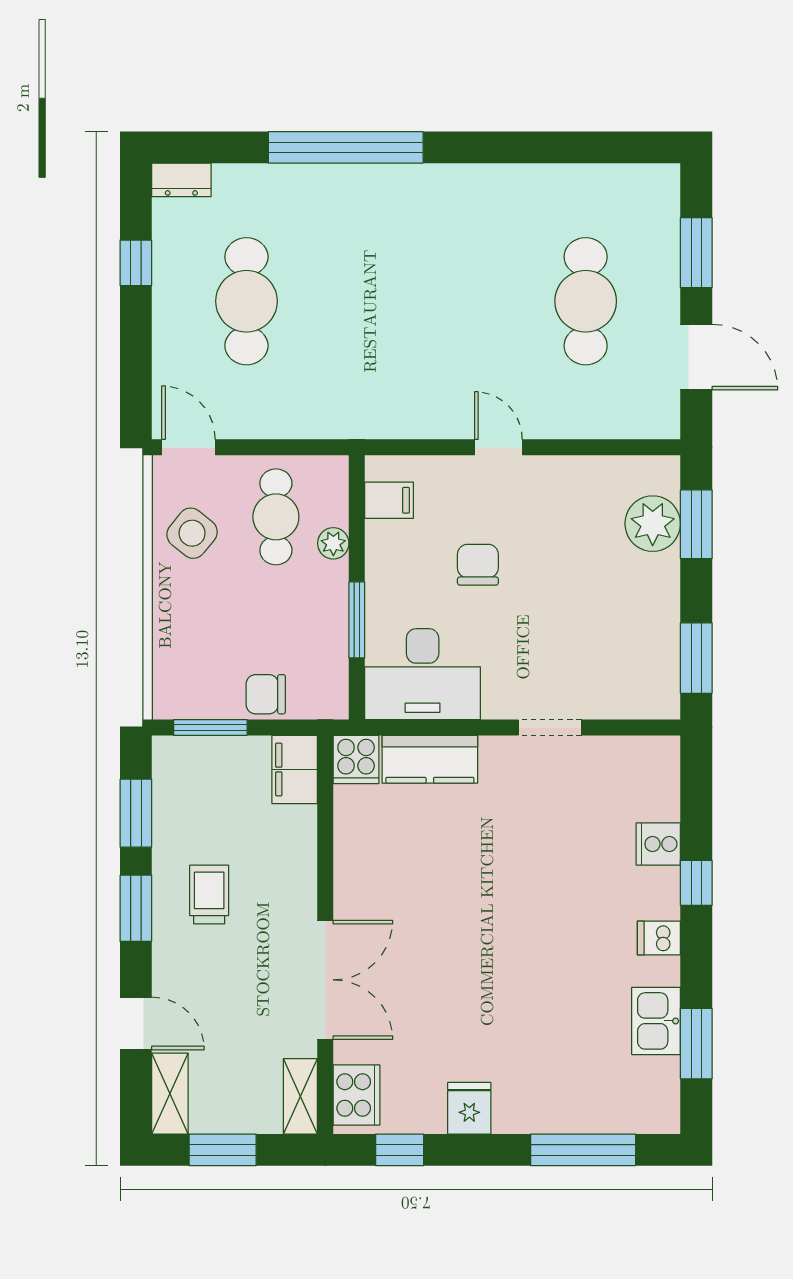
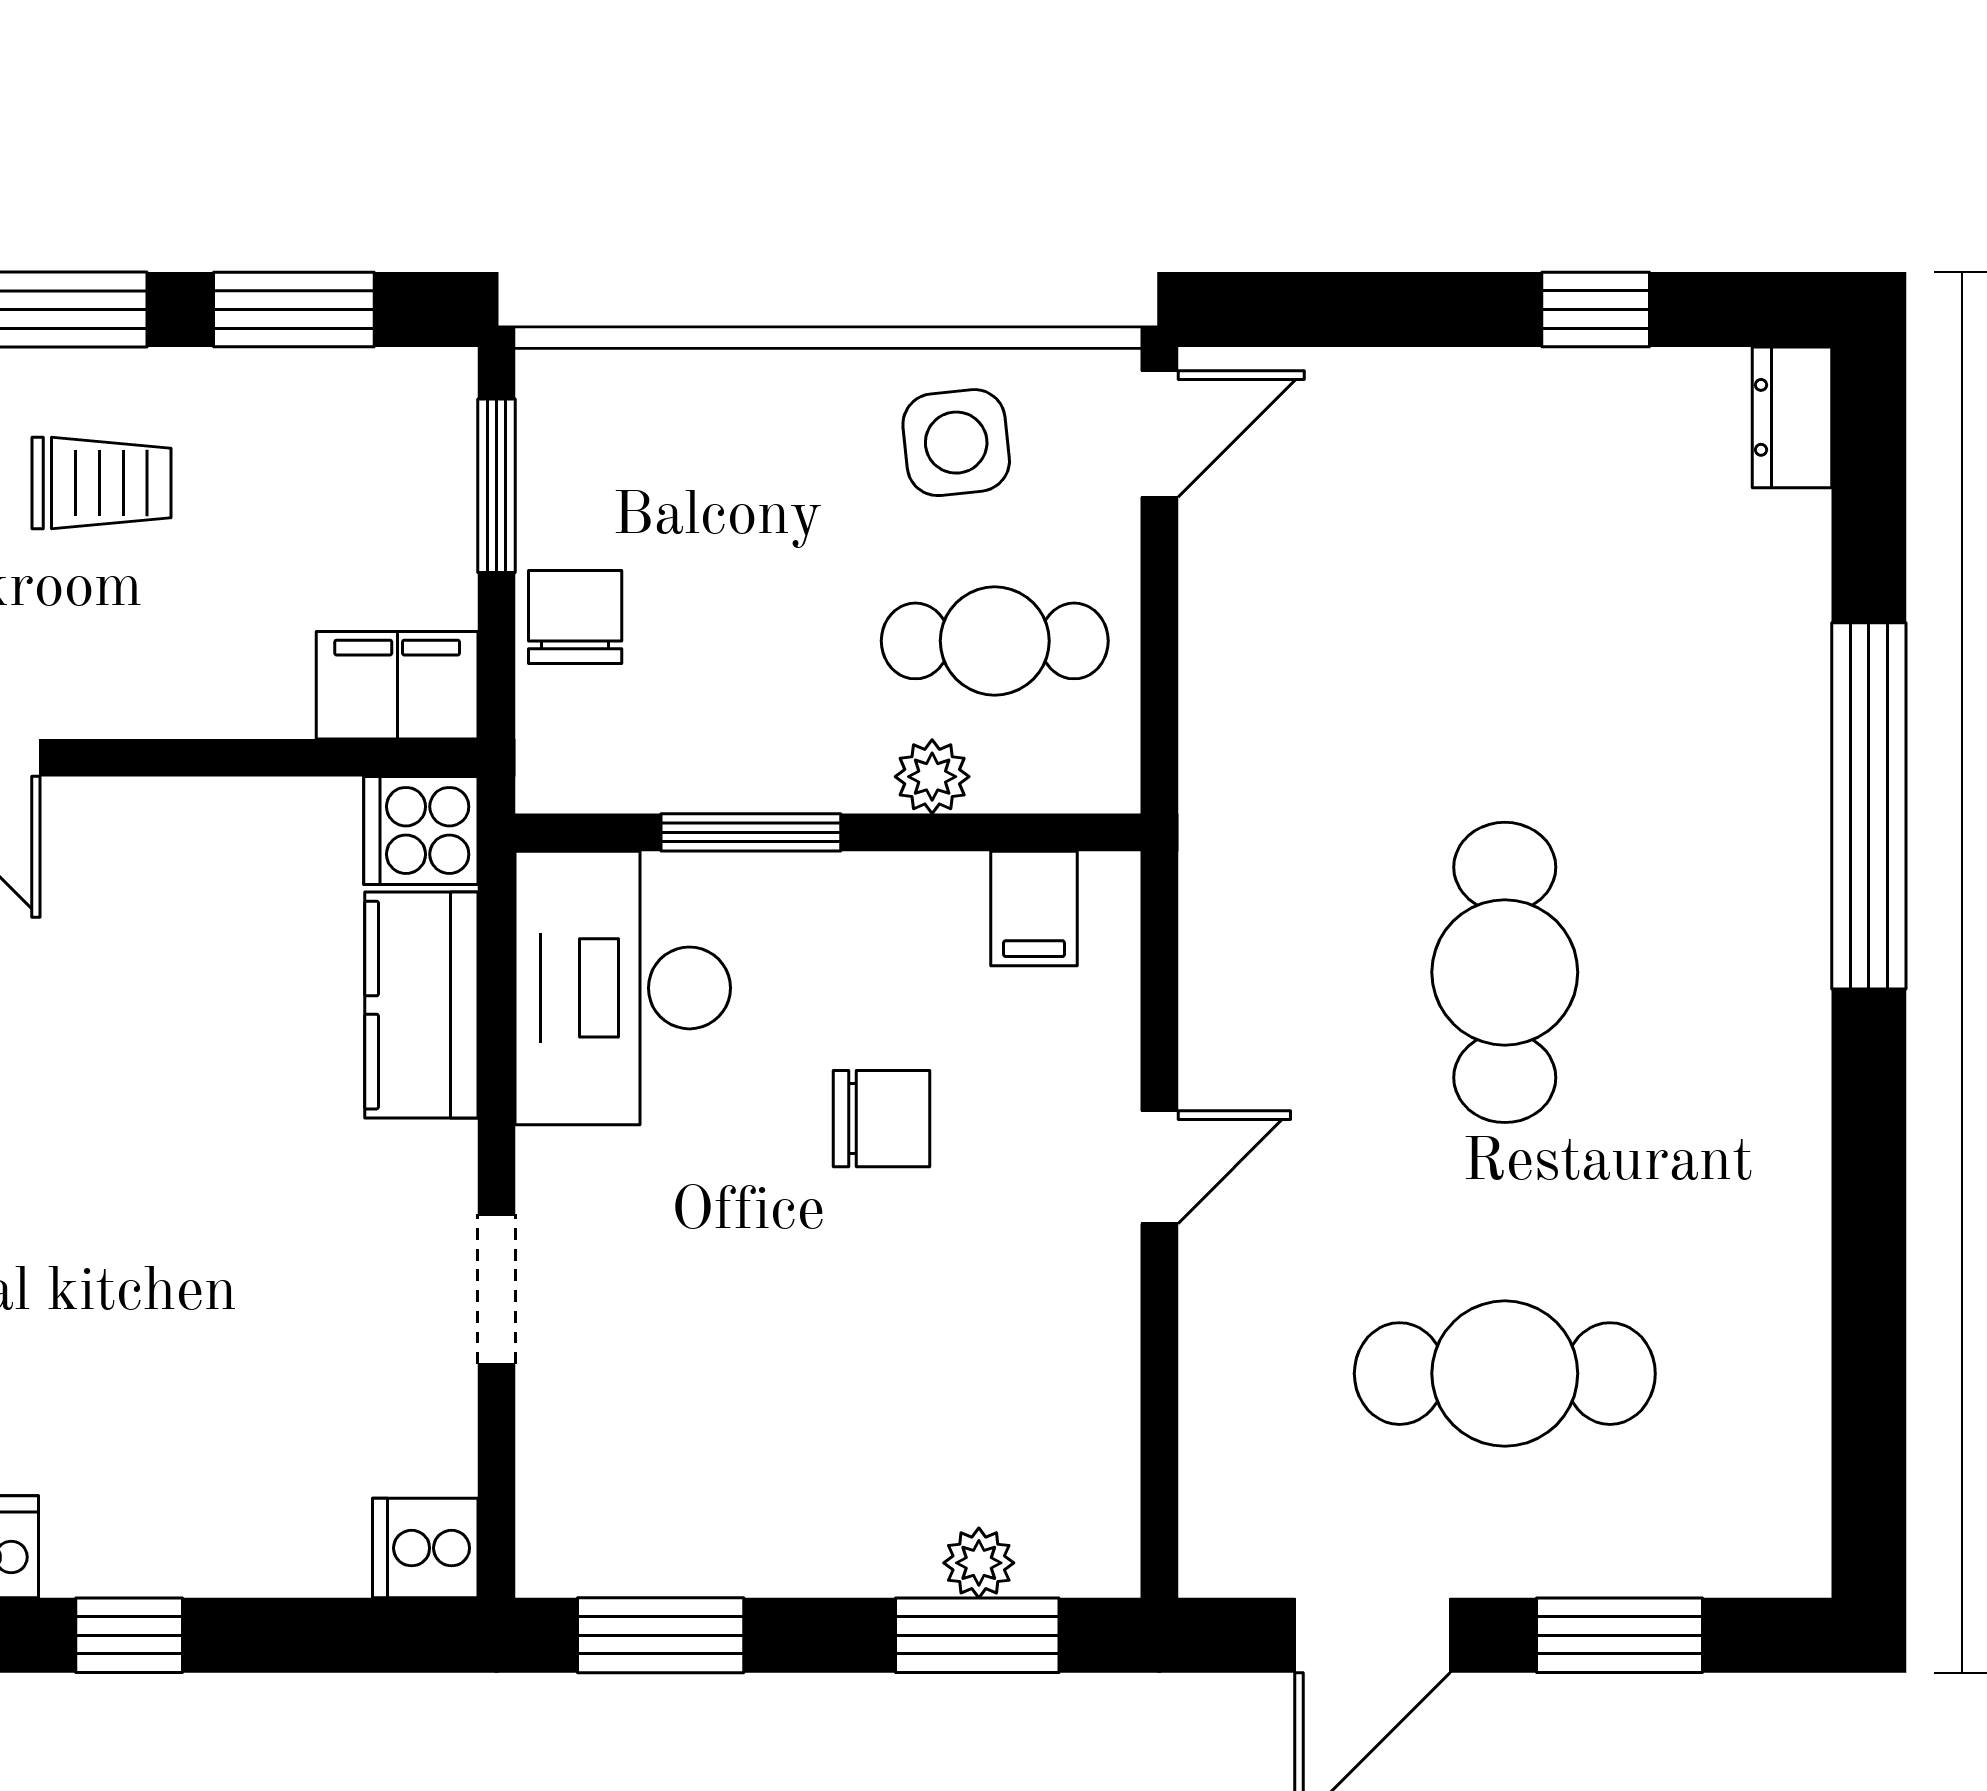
cafe table: (246, 301) -> (1505, 972), moved, turned 90
plant: (653, 524) -> (979, 1563), width x0.53, depth x0.53
side table: (192, 533) -> (956, 443), turned 45
cooker: (658, 844) -> (425, 1548), moved, turned -90

